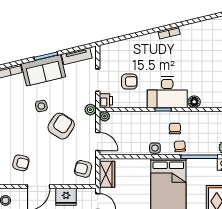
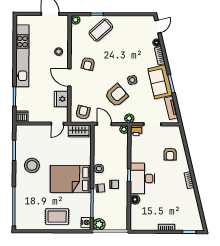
armchair: (129, 82) -> (170, 154), moved
armchair: (61, 126) -> (116, 95), turned -74
door: (98, 141) -> (104, 124), swing flipped

